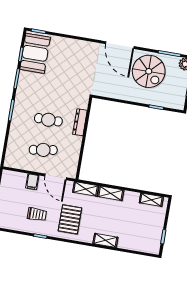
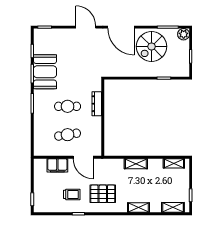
door: (82, 39) -> (86, 27), added
booth: (35, 53) -> (45, 72), moved
spiral stairs: (149, 71) -> (152, 46), turned 90
filing cabinet: (32, 182) -> (57, 165), width x2.00
shelving: (86, 189) -> (173, 207), moved
pallet: (70, 219) -> (103, 194), turned 90

